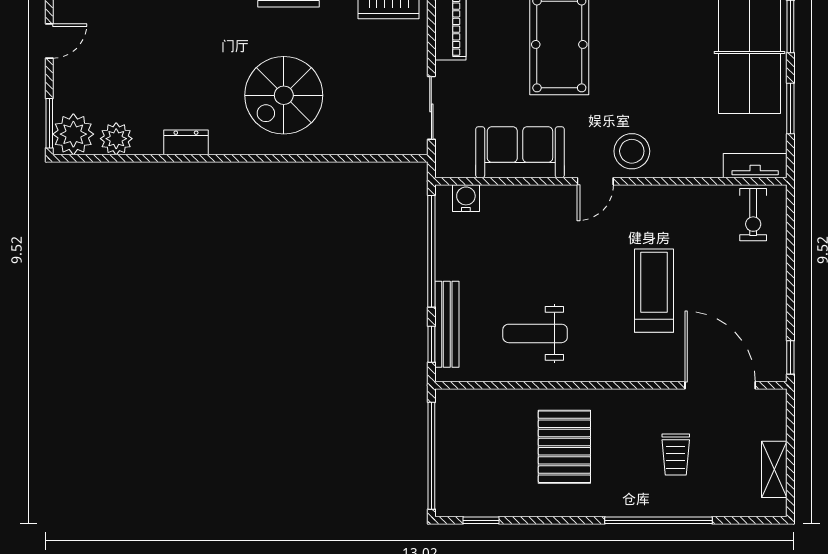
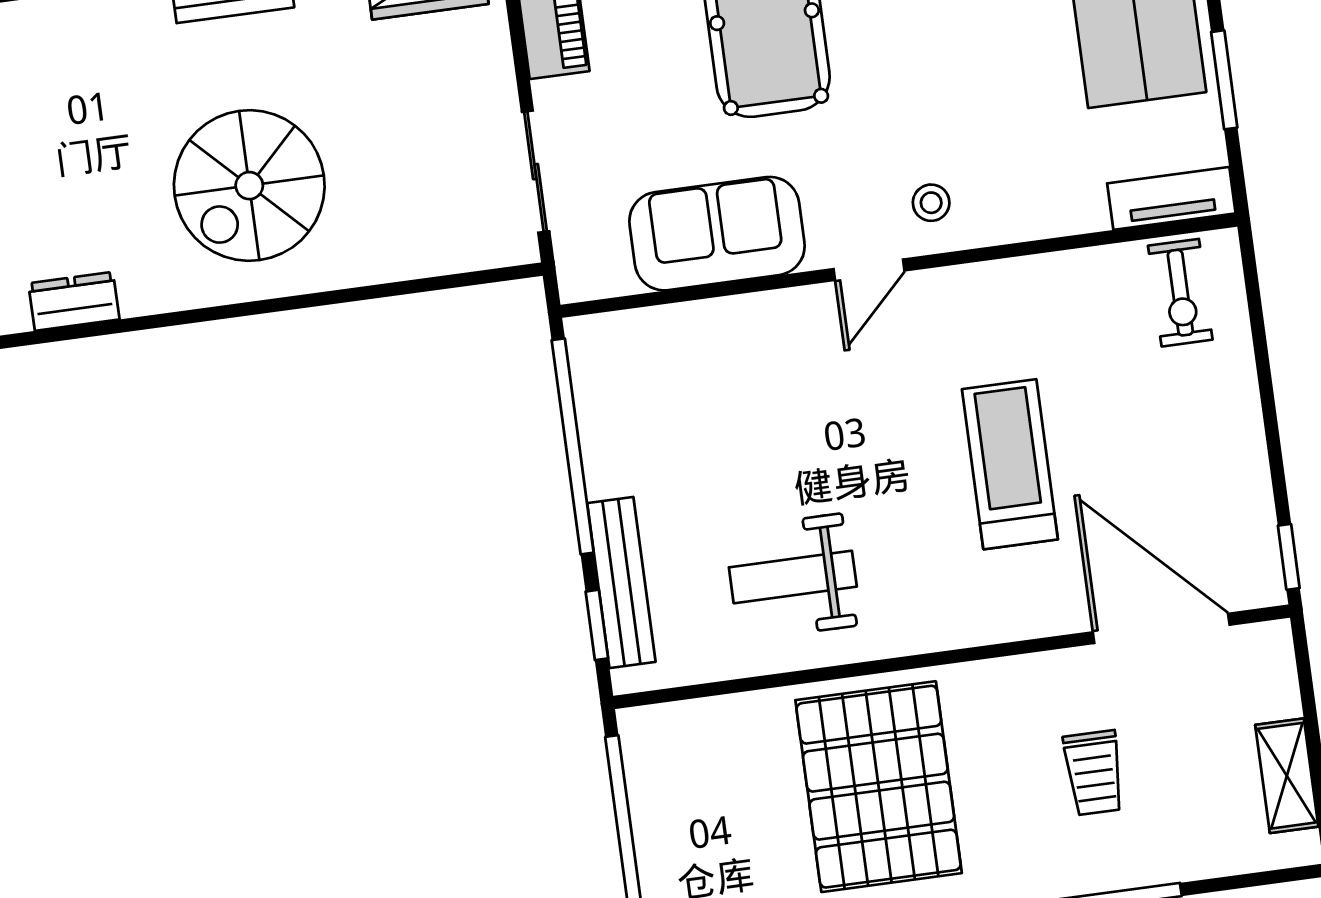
stool: (632, 151) -> (931, 203), width x0.53, depth x0.53
water cooler: (466, 198) -> (625, 336), removed
pallet: (564, 447) -> (879, 787), width x1.37, depth x1.41

